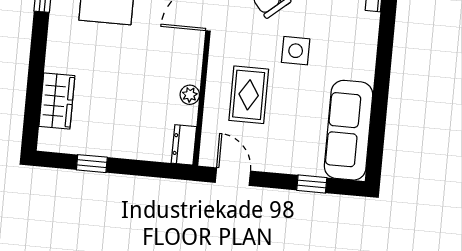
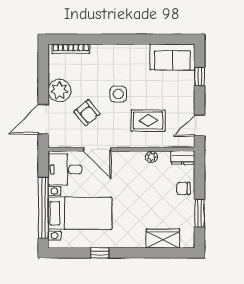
sofa: (348, 130) -> (172, 57), width x0.73
chair: (134, 142) -> (183, 188), added
window: (92, 164) -> (199, 213), width x1.50

